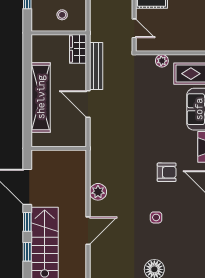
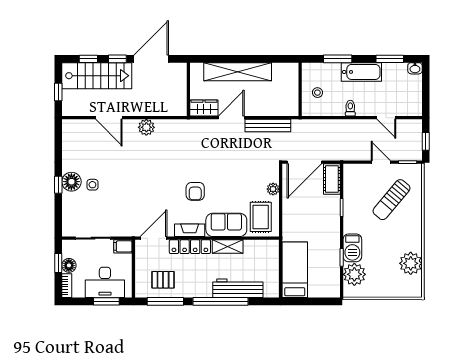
door: (134, 28) -> (304, 162), width x1.88
wardrobe: (78, 49) -> (204, 108), moved
armchair: (167, 172) -> (195, 191), moved
side table: (156, 217) -> (92, 185), moved

